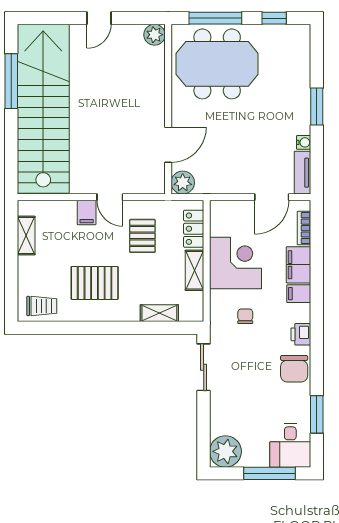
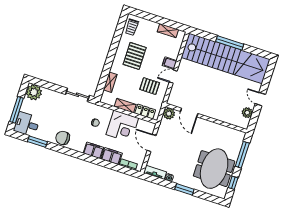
plant: (155, 35) -> (247, 113), moved
meeting table: (217, 64) -> (214, 169), moved
window: (11, 81) -> (230, 43), moved
door: (272, 197) -> (152, 143), moved
filing cabinet: (299, 294) -> (94, 150), width x2.00
printer: (301, 334) -> (78, 146), removed

